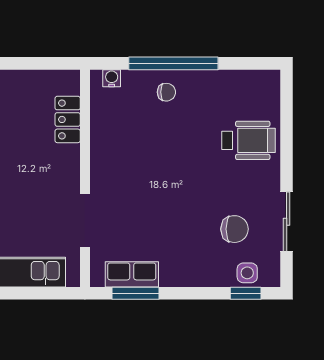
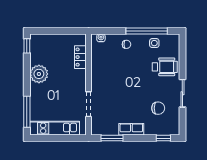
window: (173, 63) -> (147, 31), moved
sliding door: (287, 222) -> (182, 93), moved
side table: (247, 273) -> (154, 43), moved
row of seats: (132, 274) -> (131, 129), moved

